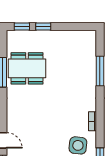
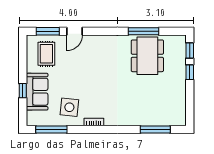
window: (100, 71) -> (155, 130), moved

